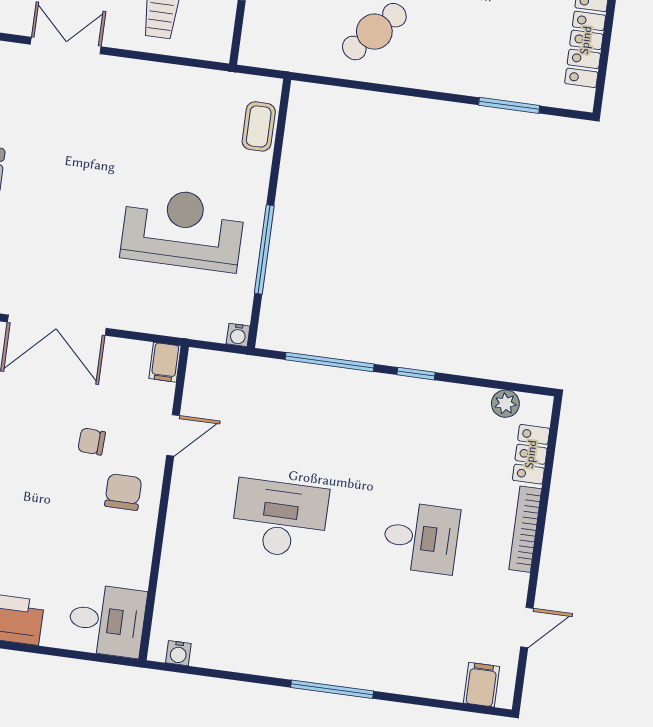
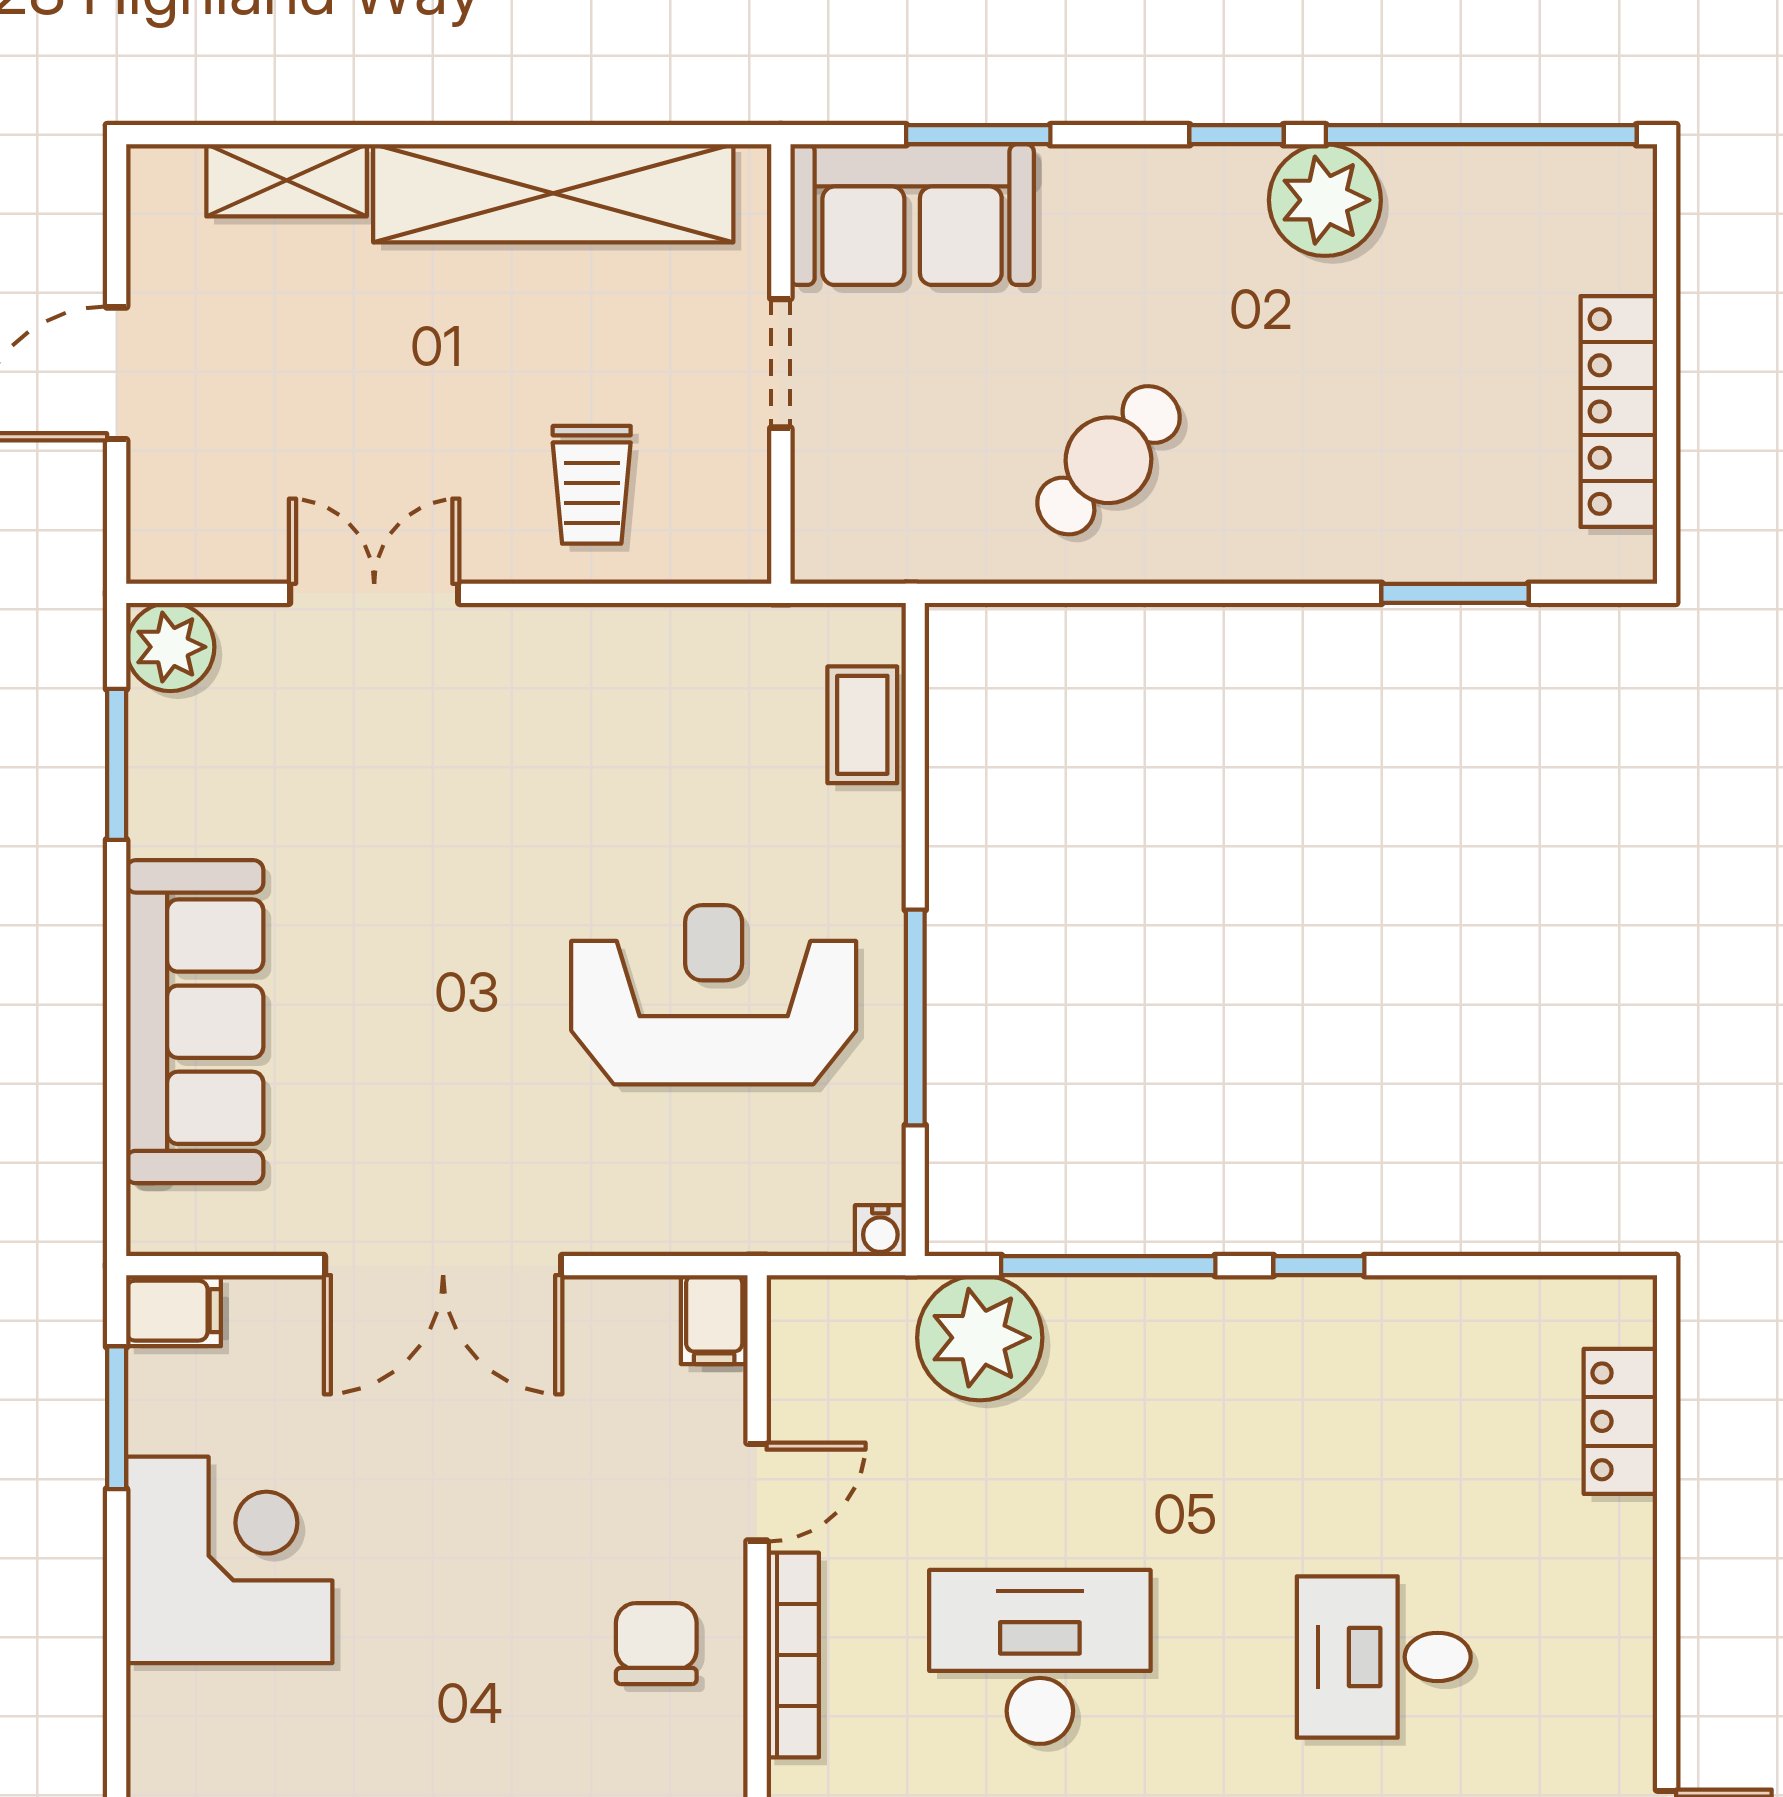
plant: (505, 404) -> (980, 1338), moved, width x1.88, depth x1.88
chair: (92, 441) -> (564, 1533), removed
bookcase: (525, 529) -> (793, 1655), moved, turned 180
desk: (421, 538) -> (1384, 1657), turned 180

